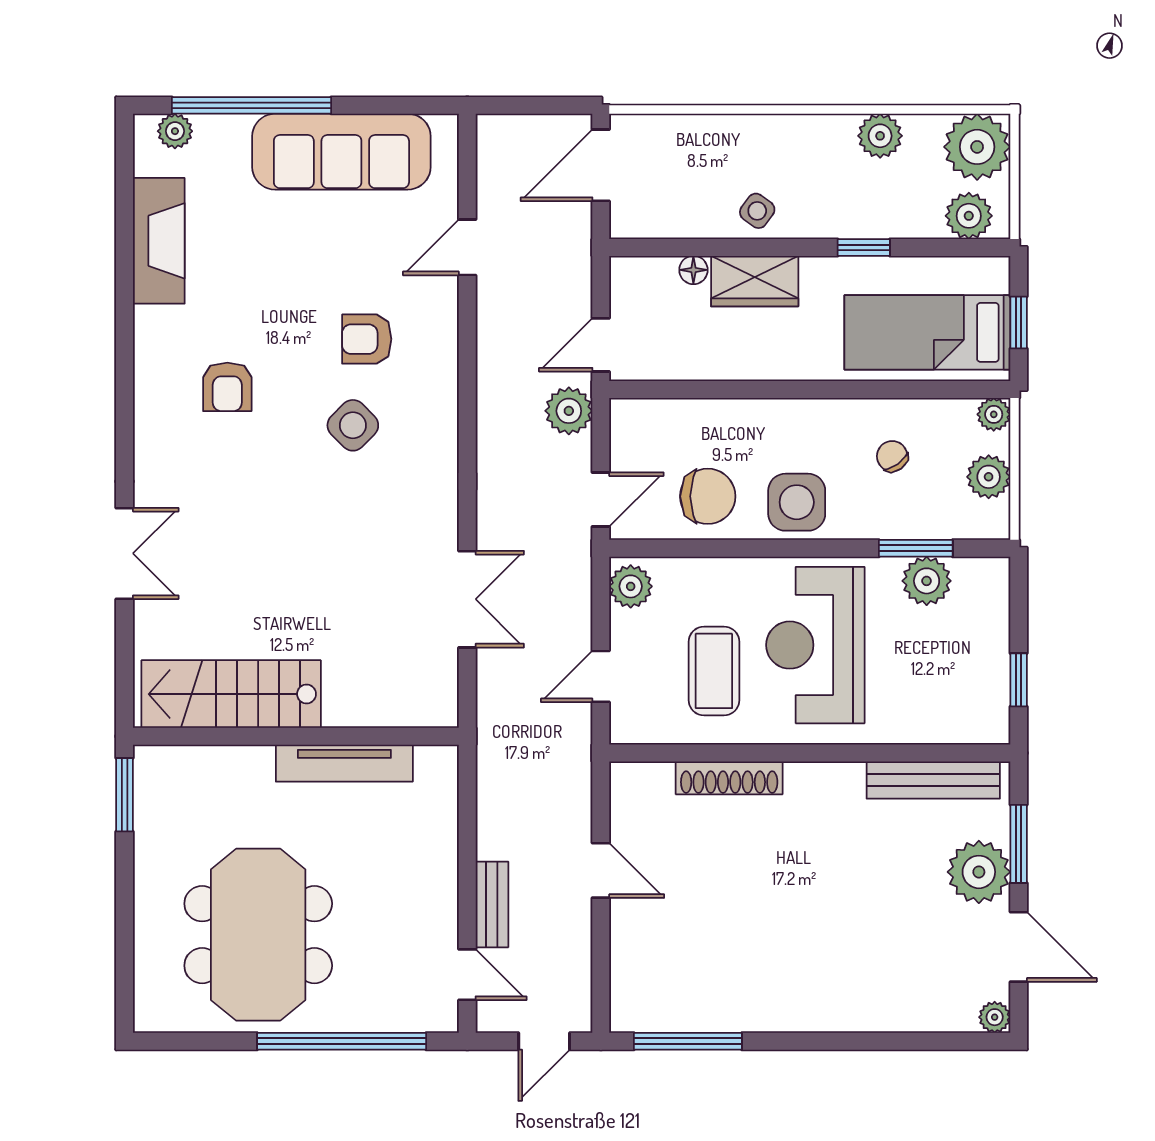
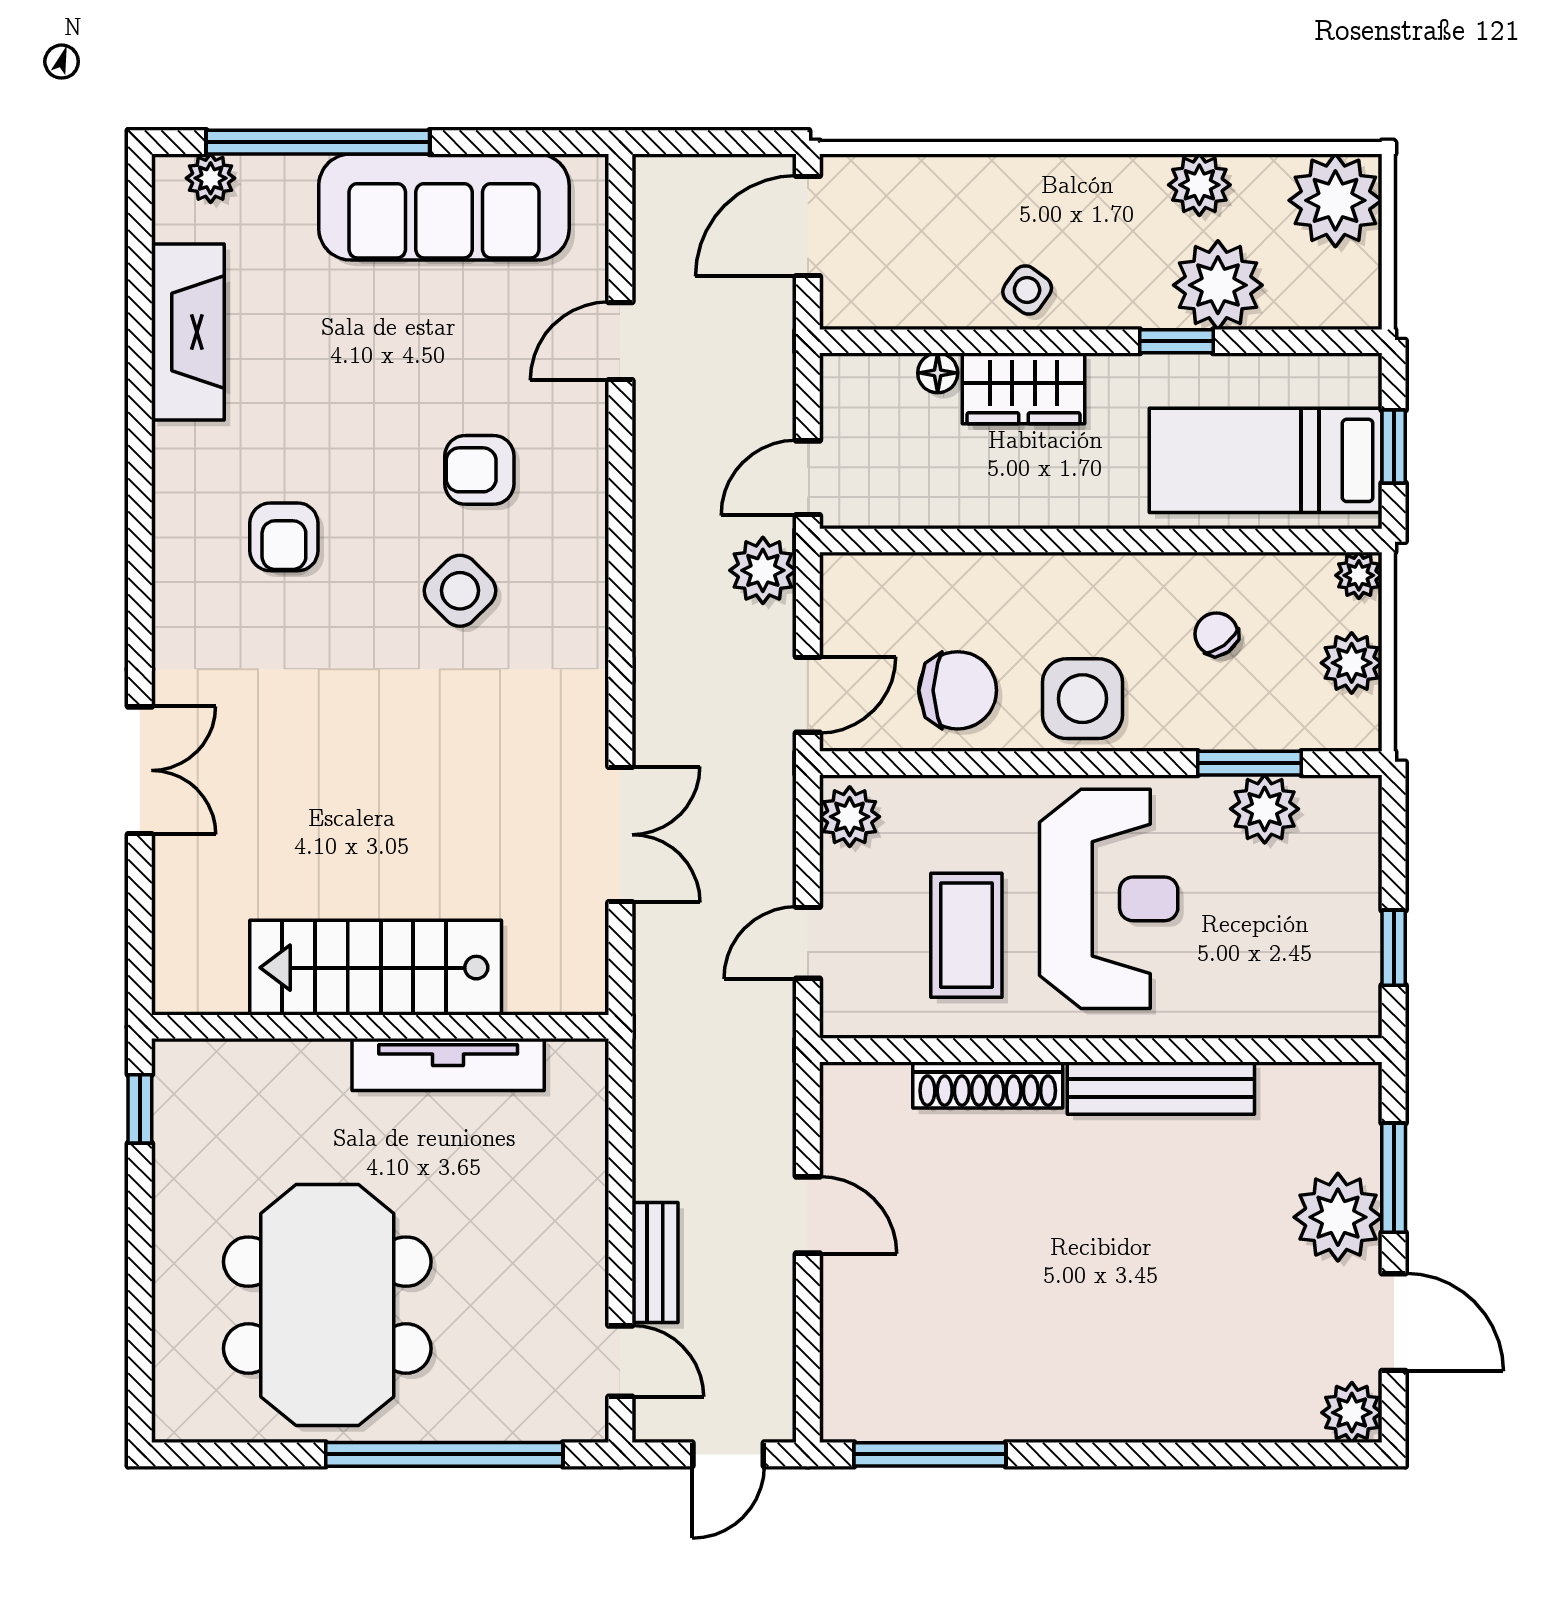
plant: (969, 216) -> (1218, 285), moved, width x1.36, depth x1.36
reception desk: (815, 645) -> (1109, 899), turned 180
stairs: (231, 694) -> (376, 968), moved
bench: (933, 780) -> (1161, 1088), moved
window: (125, 795) -> (140, 1109), width x0.67
plant: (995, 1017) -> (1352, 1413), width x1.38, depth x1.38

